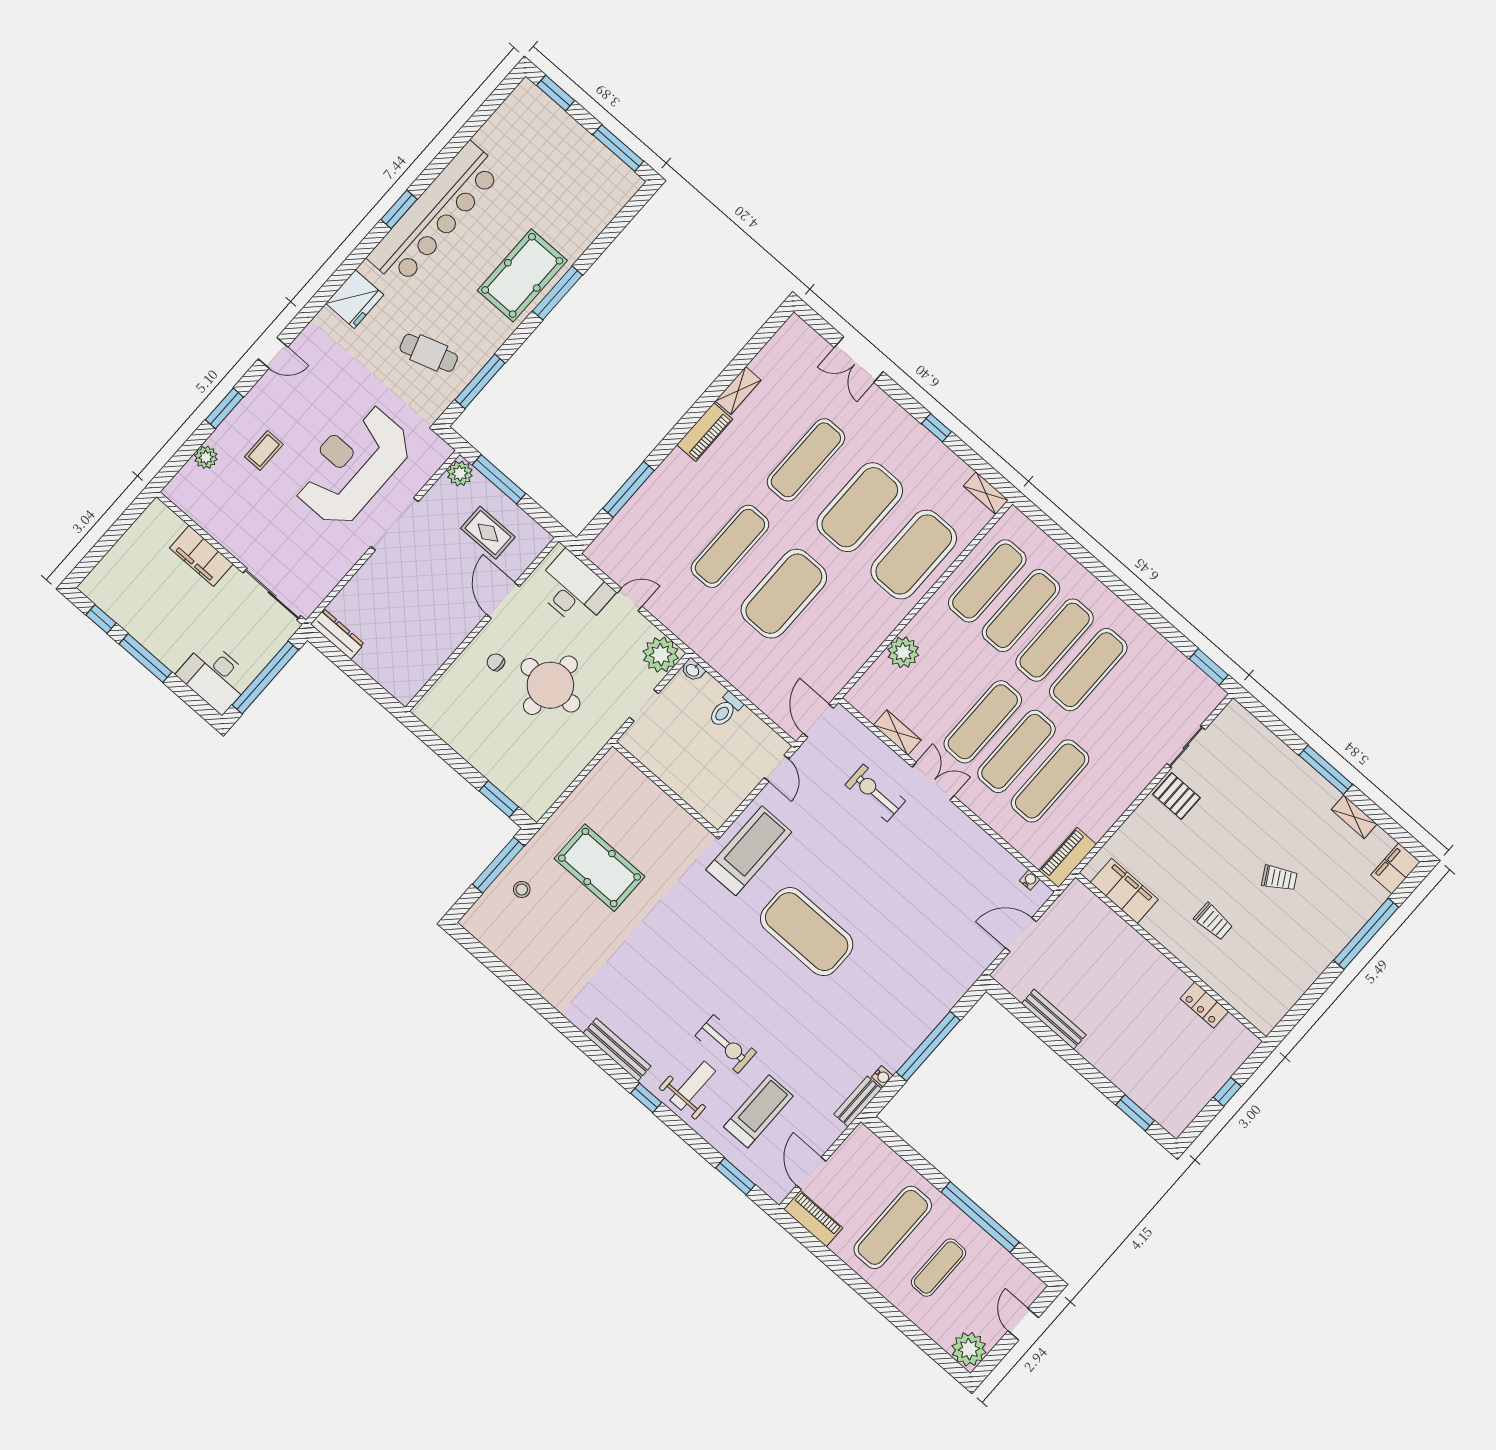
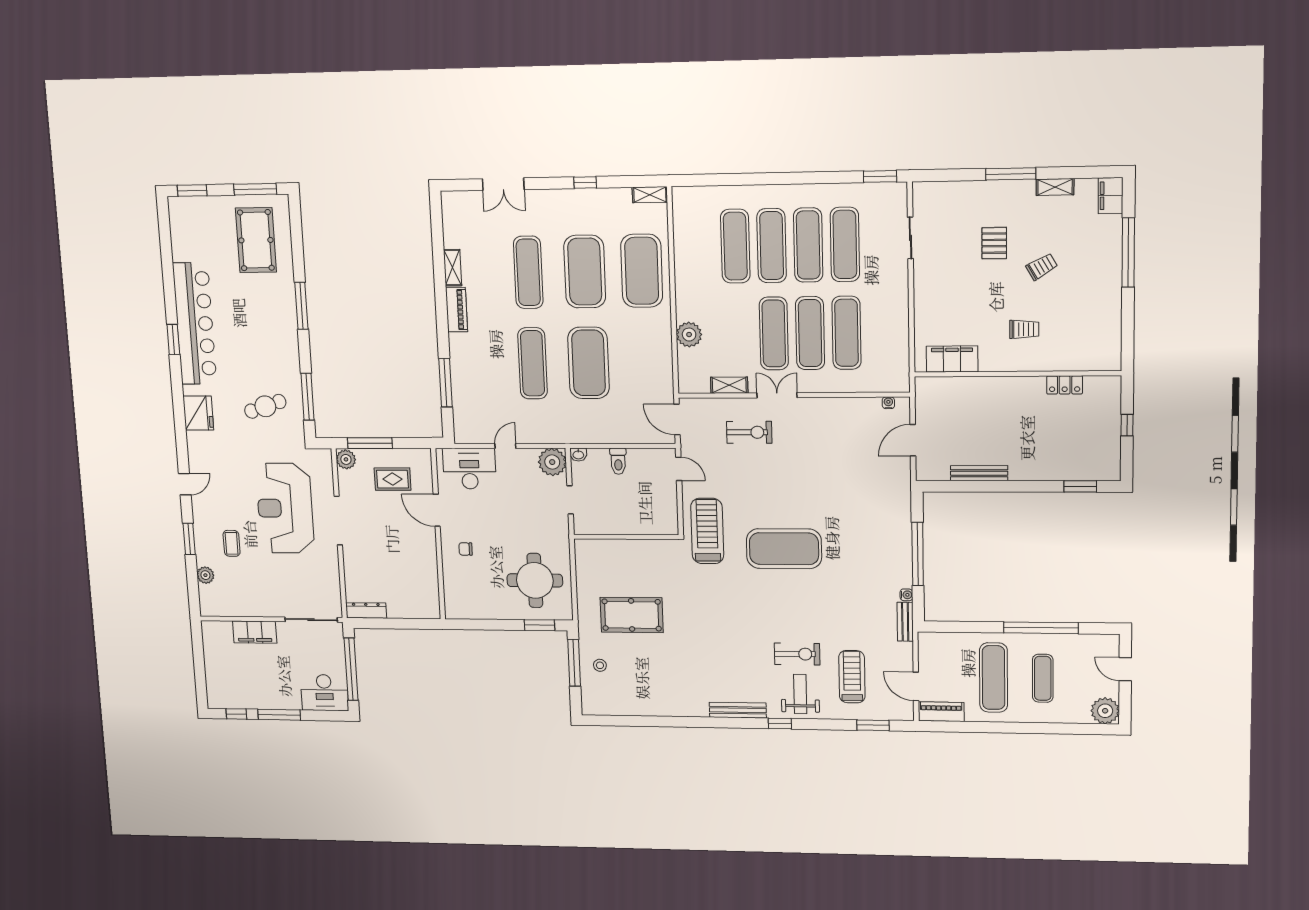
pool table: (522, 275) -> (256, 240), moved
exercise mat: (987, 581) -> (845, 244), moved
round table: (550, 685) -> (535, 580), moved
exercise bike: (875, 793) -> (749, 432), turned 180
pallet: (1176, 796) -> (994, 243), moved, turned 90
piano: (1068, 858) -> (899, 369), removed

